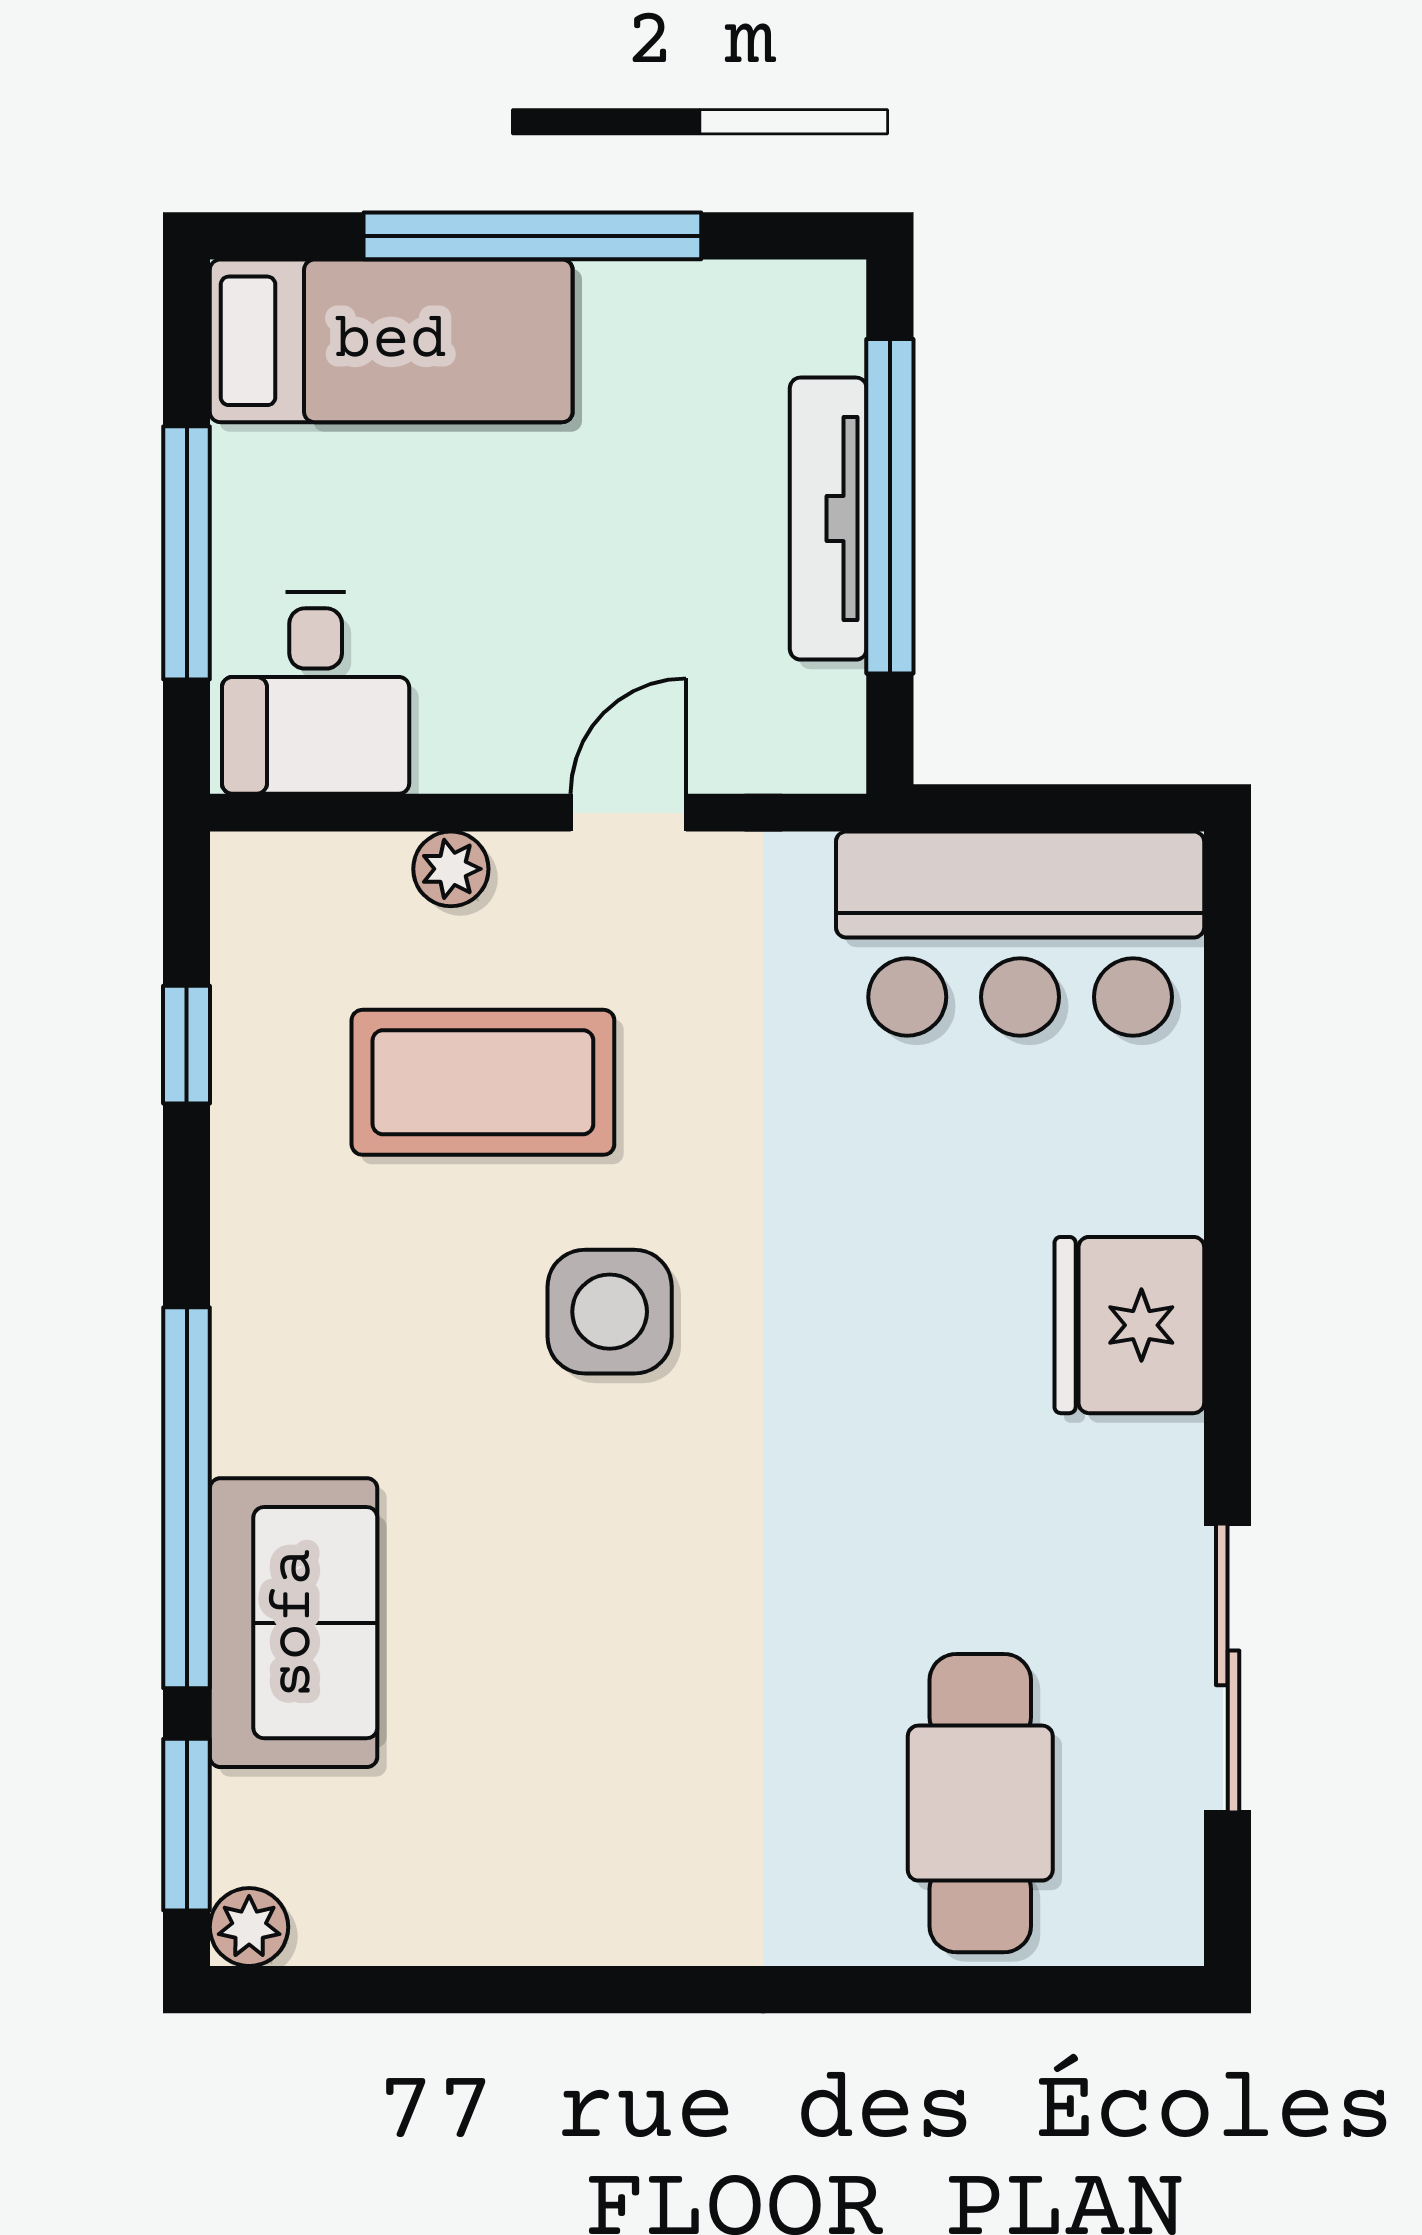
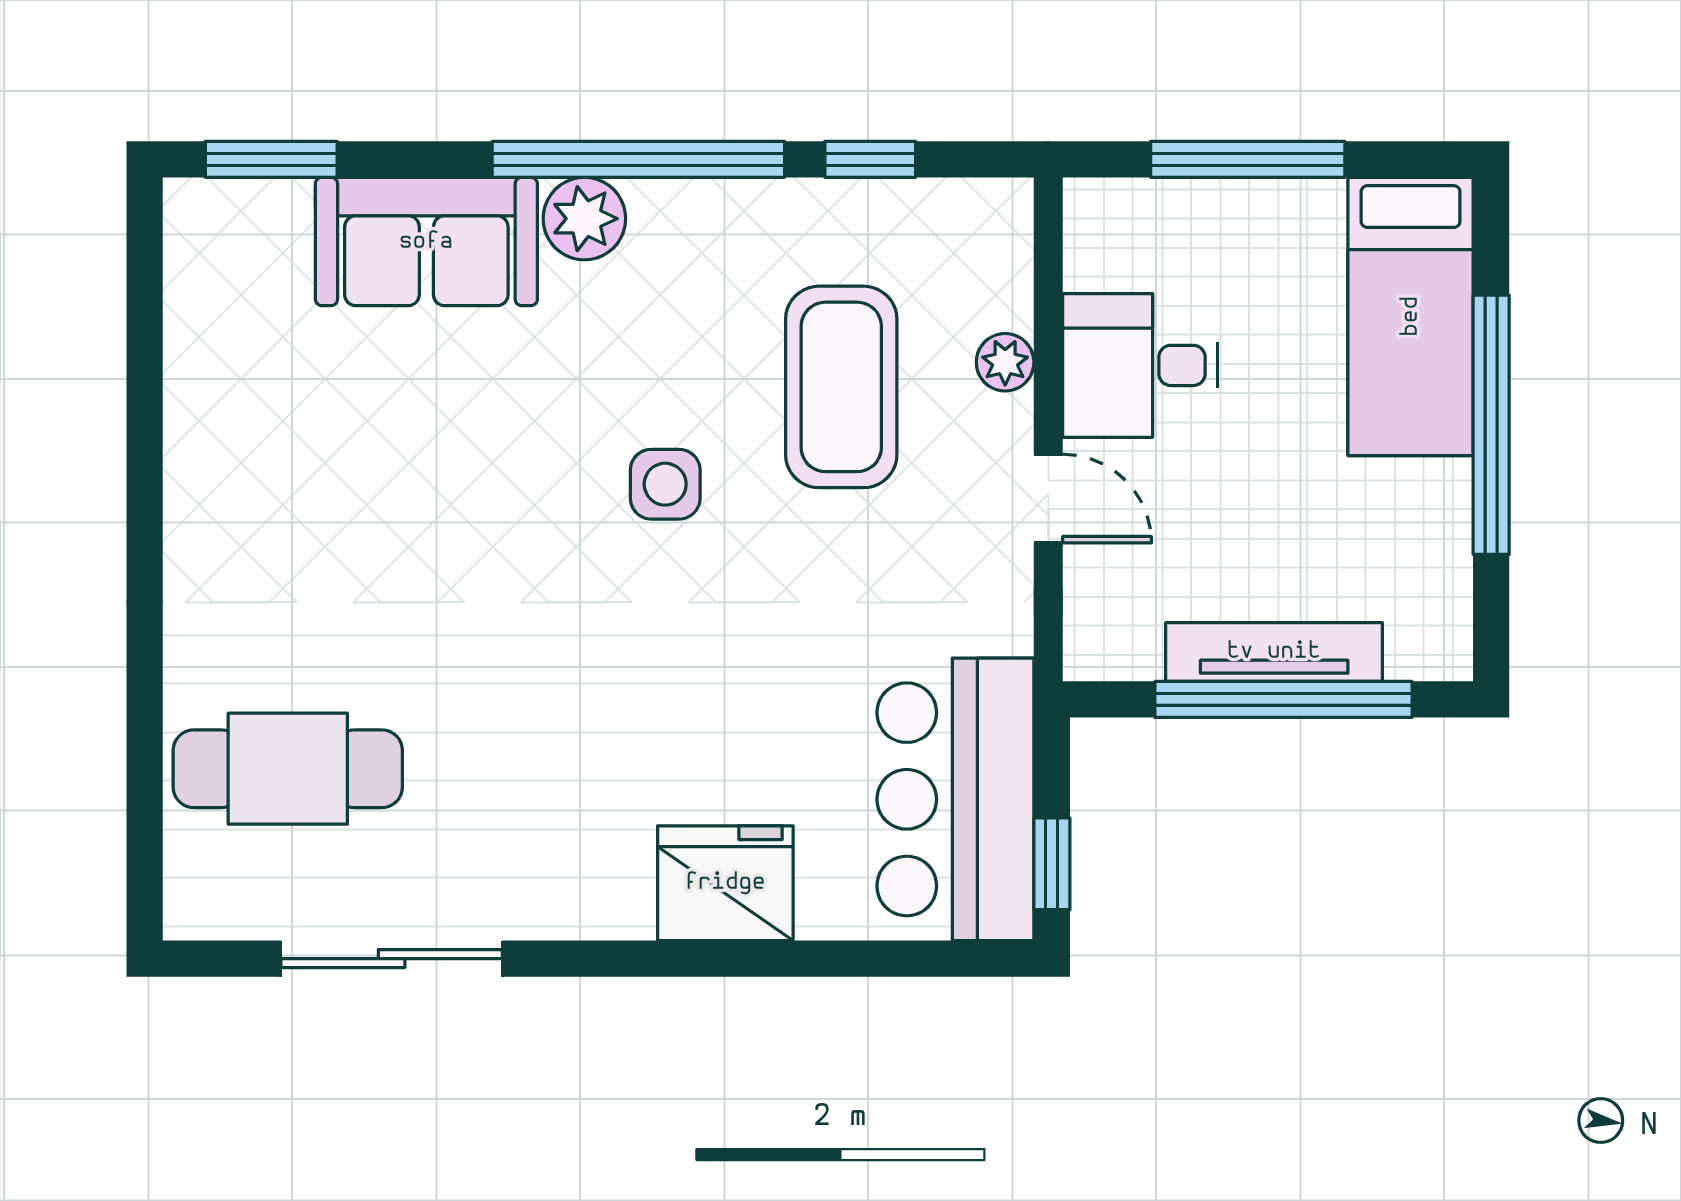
desk: (316, 693) -> (1140, 365), moved
window: (1104, 808) -> (1052, 864), added
side table: (610, 1312) -> (665, 484), width x0.73, depth x0.73
fridge: (1129, 1325) -> (725, 883), moved
window: (187, 1498) -> (638, 159), moved
plant: (249, 1927) -> (584, 219), moved, width x1.38, depth x1.38

